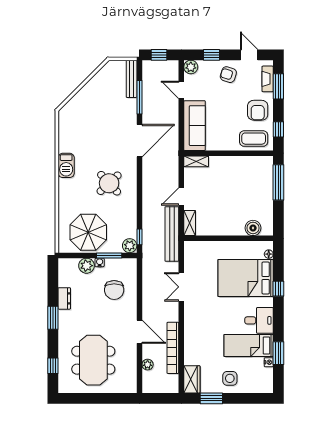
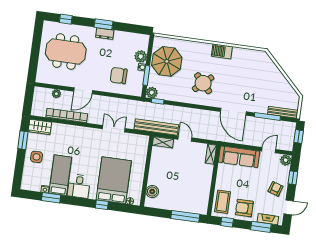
dresser: (64, 298) -> (105, 34), moved

